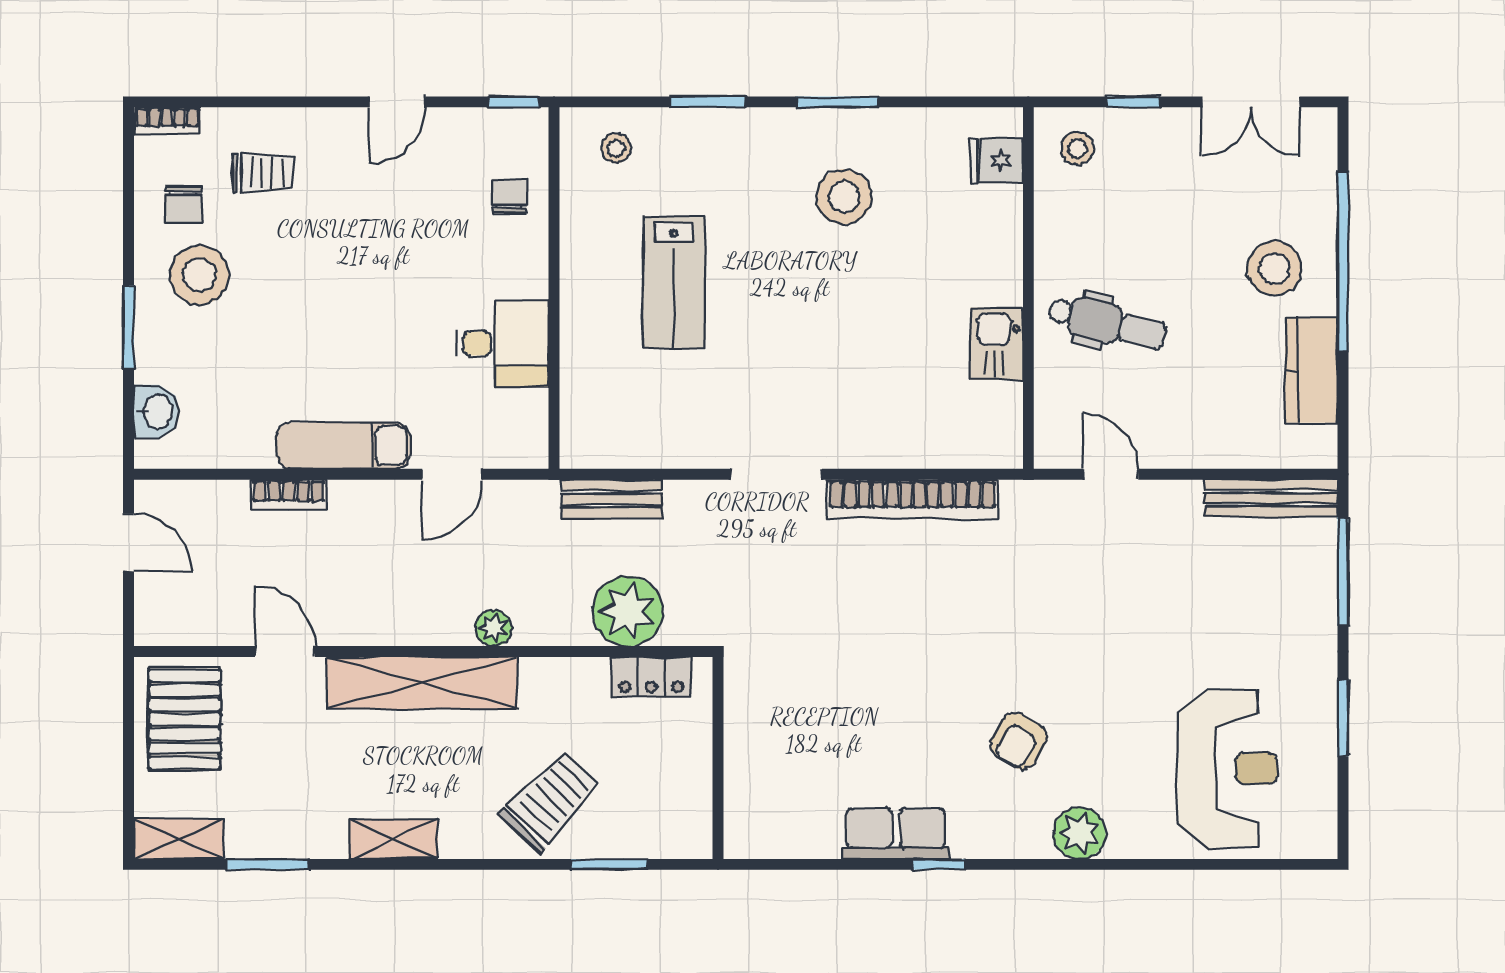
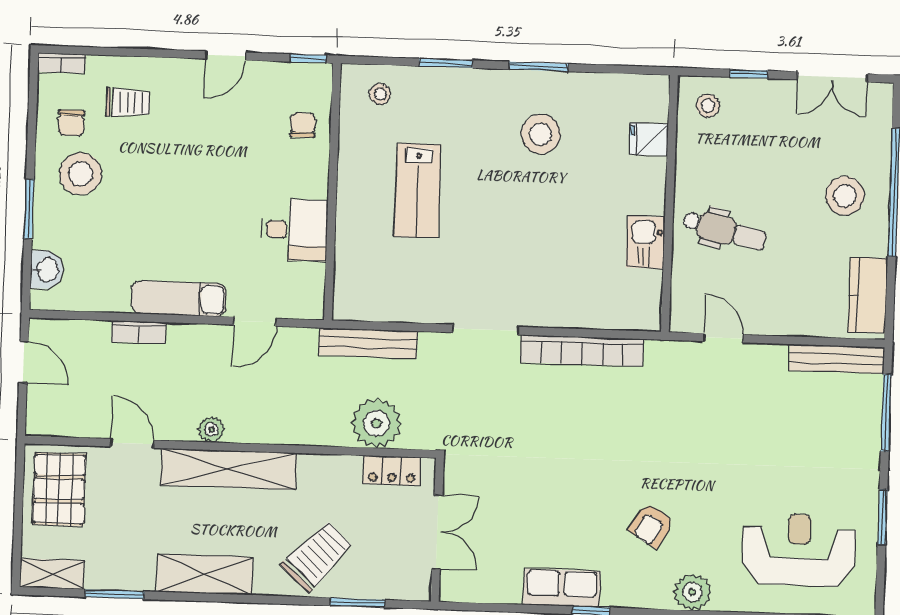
fridge: (996, 161) -> (649, 139), moved
kitchen counter: (1311, 370) -> (868, 295), moved
bench: (612, 499) -> (368, 343), width x1.36
plant: (494, 628) -> (211, 430), moved
double door: (718, 761) -> (437, 532), added
reception desk: (1227, 768) -> (799, 550), turned -90
shelving: (393, 839) -> (205, 575), width x1.50, depth x1.33

